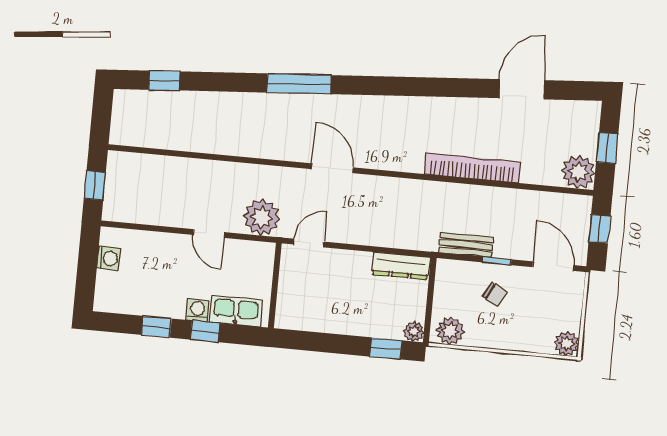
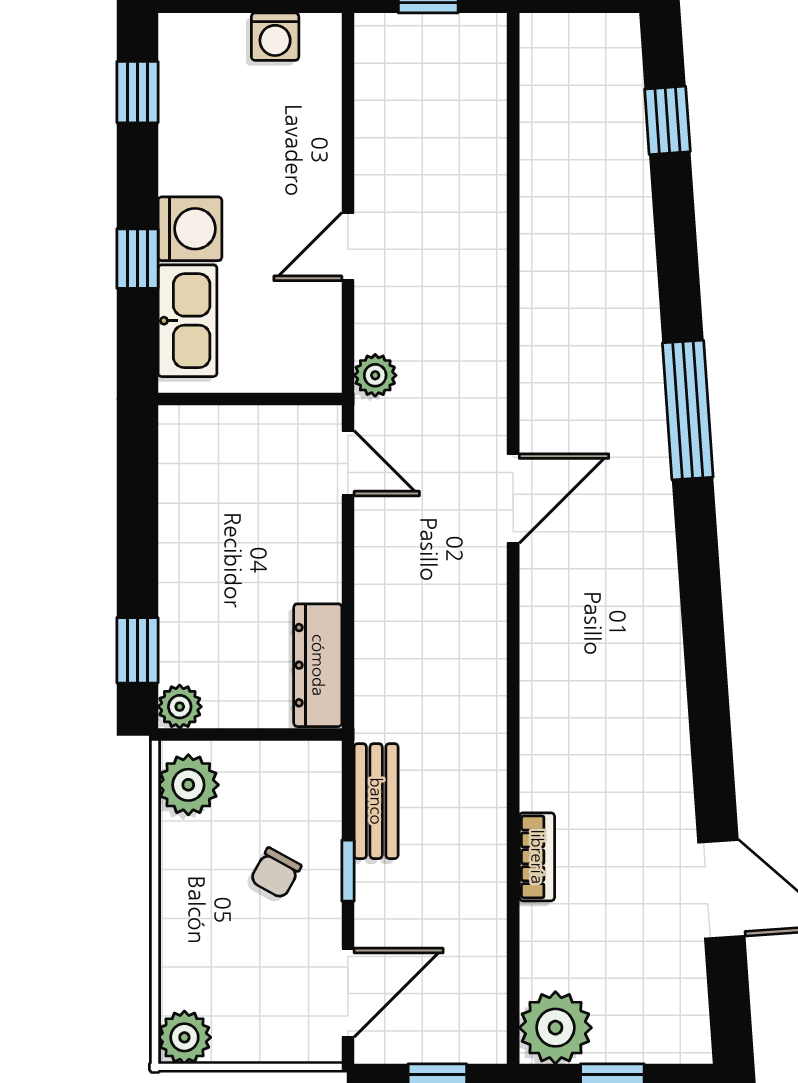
bookcase: (472, 168) -> (537, 857), width x0.43, depth x0.76
plant: (262, 217) -> (375, 375), width x0.53, depth x0.53
washing machine: (197, 310) -> (190, 229), width x1.38, depth x1.38
window: (156, 327) -> (137, 92), moved

